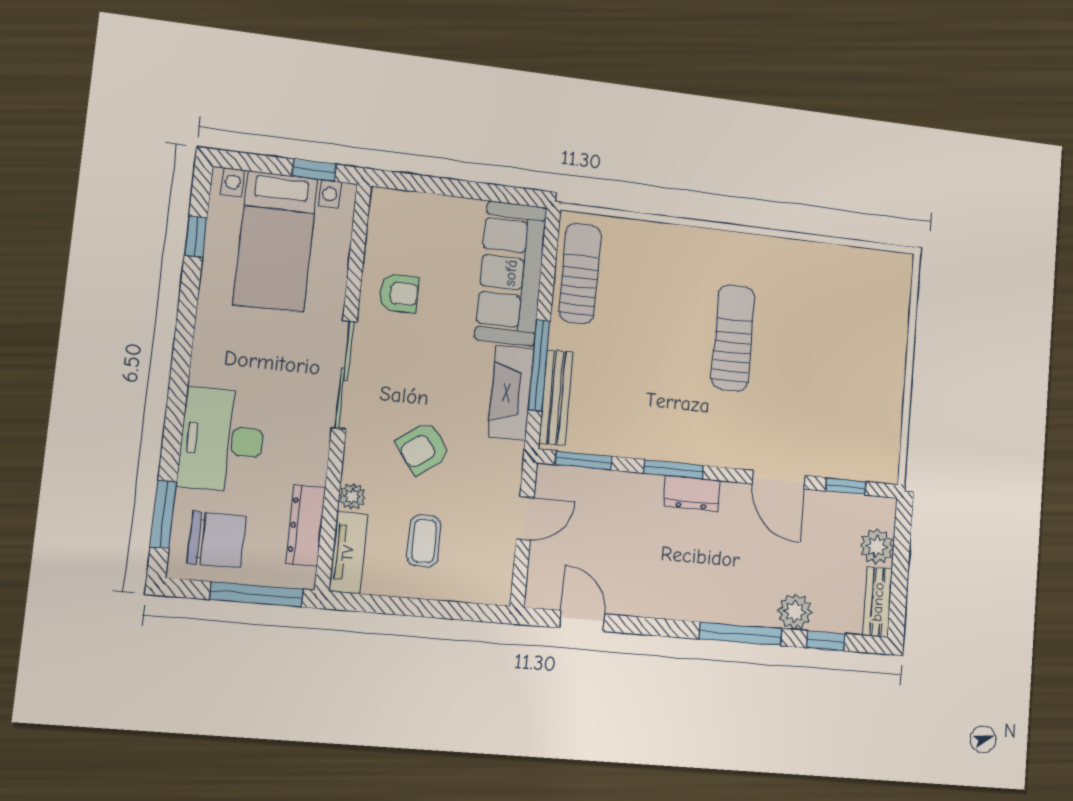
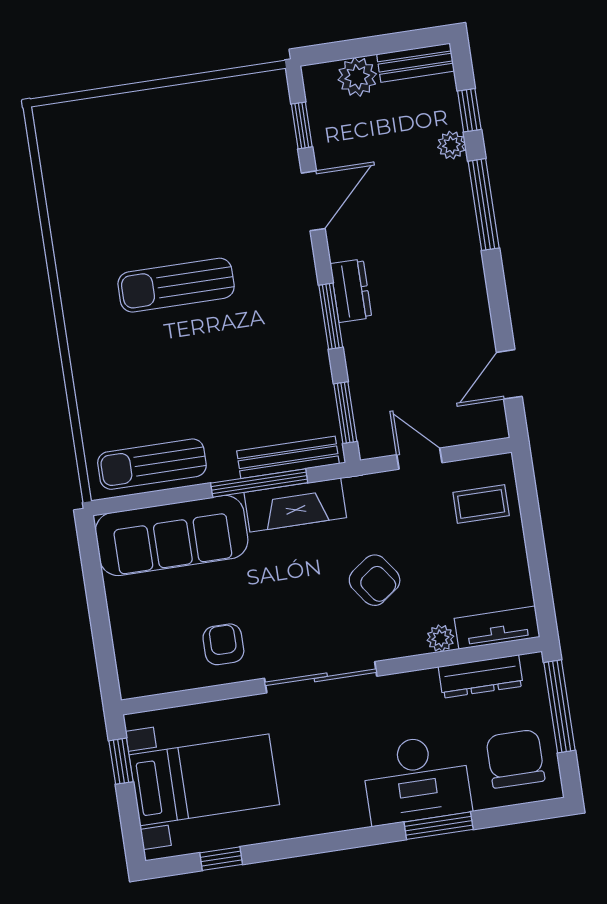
window: (164, 514) -> (439, 826), moved
coffee table: (424, 541) -> (481, 504), moved
plant: (795, 612) -> (451, 145), width x0.73, depth x0.73

